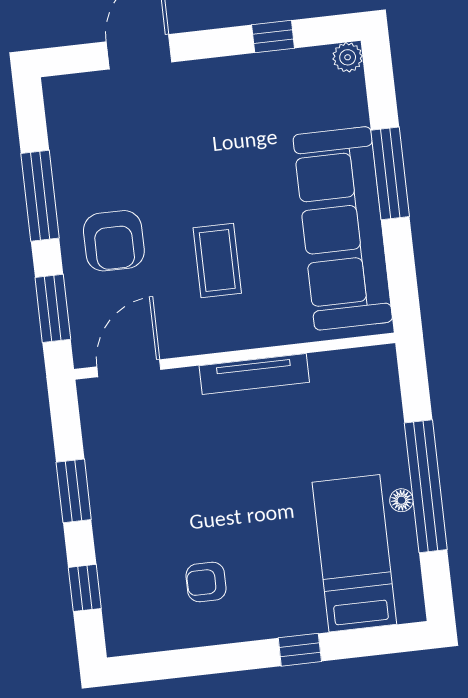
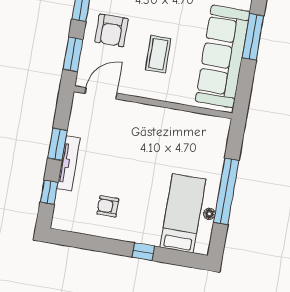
tv unit: (254, 374) -> (69, 163), moved, turned -90
floor lamp: (401, 500) -> (209, 214), moved

